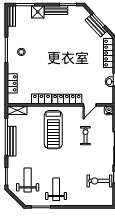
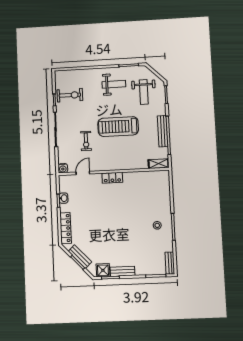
shower: (38, 12) -> (103, 270), moved
locker: (12, 83) -> (165, 192), removed
locker: (41, 99) -> (134, 177), removed
locker: (67, 99) -> (112, 178), width x0.66
treadmill: (53, 130) -> (118, 127), moved, turned -90
weight bench: (56, 189) -> (114, 84), turned -90

